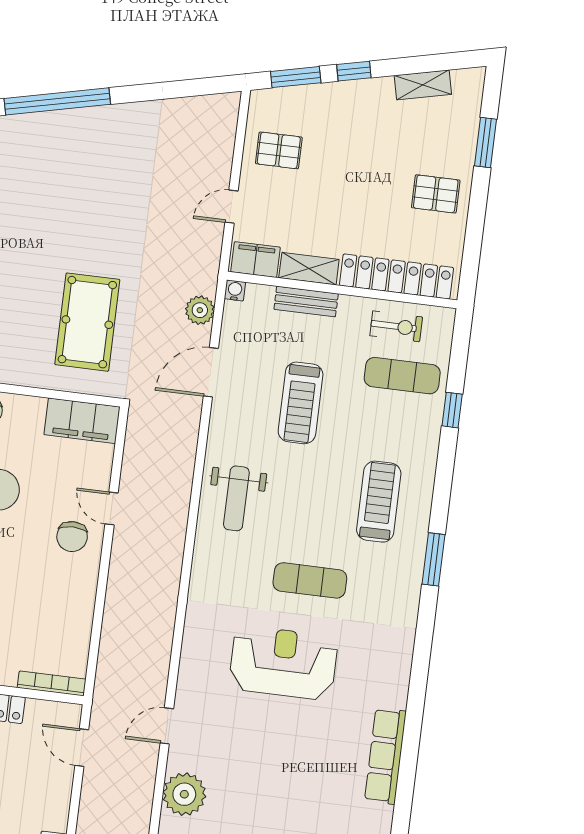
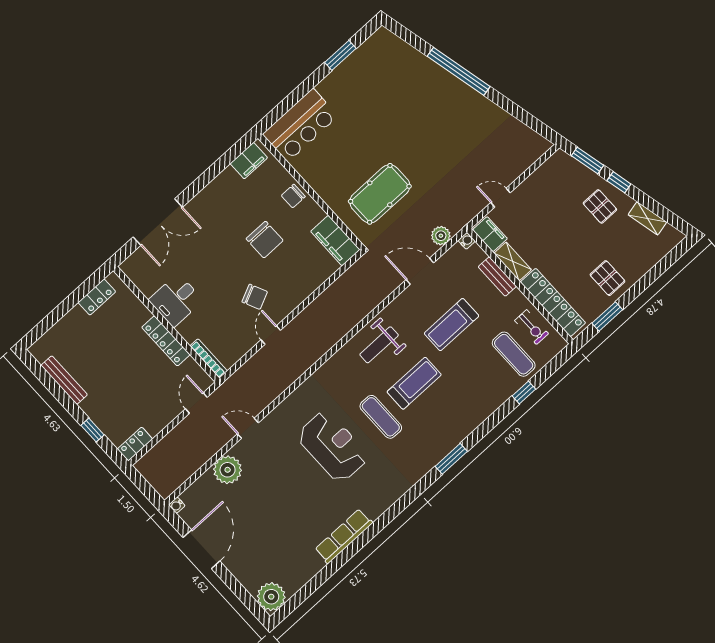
window: (485, 143) -> (607, 316), moved
pallet: (279, 150) -> (600, 206), moved
treadmill: (379, 502) -> (414, 383), moved
door: (111, 508) -> (271, 335), moved
chair: (72, 537) -> (255, 297), moved, turned -115

